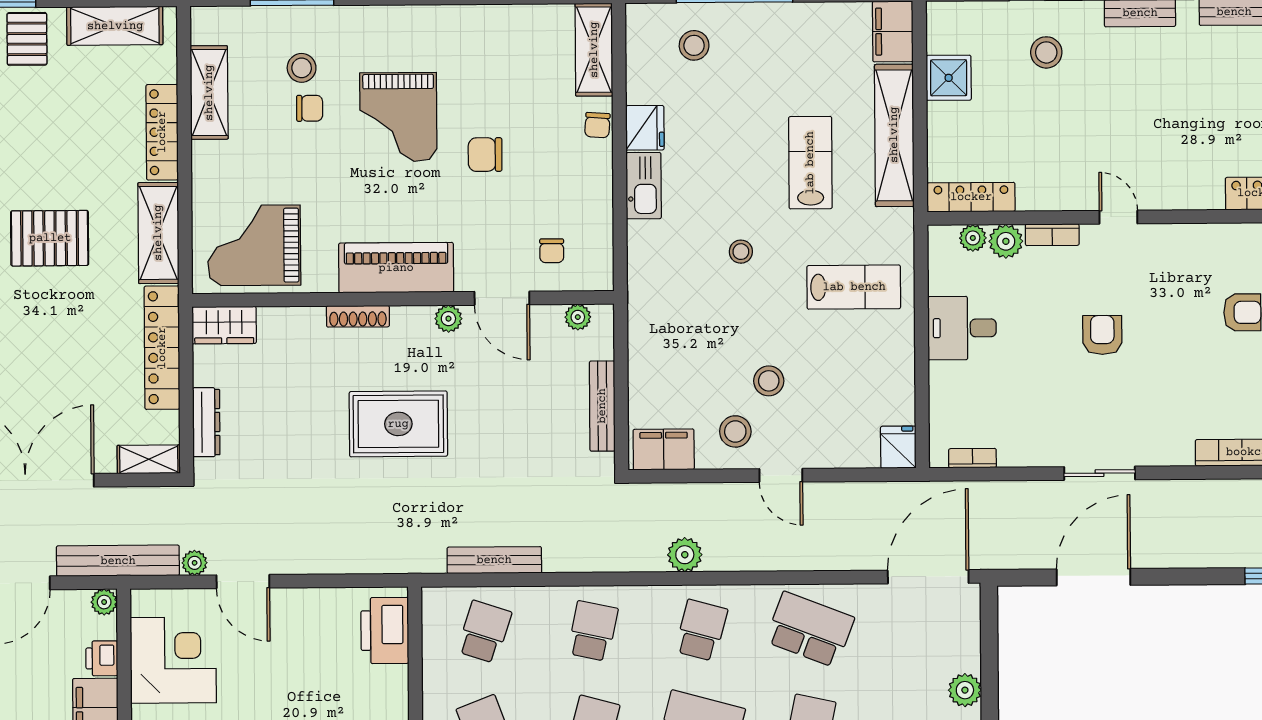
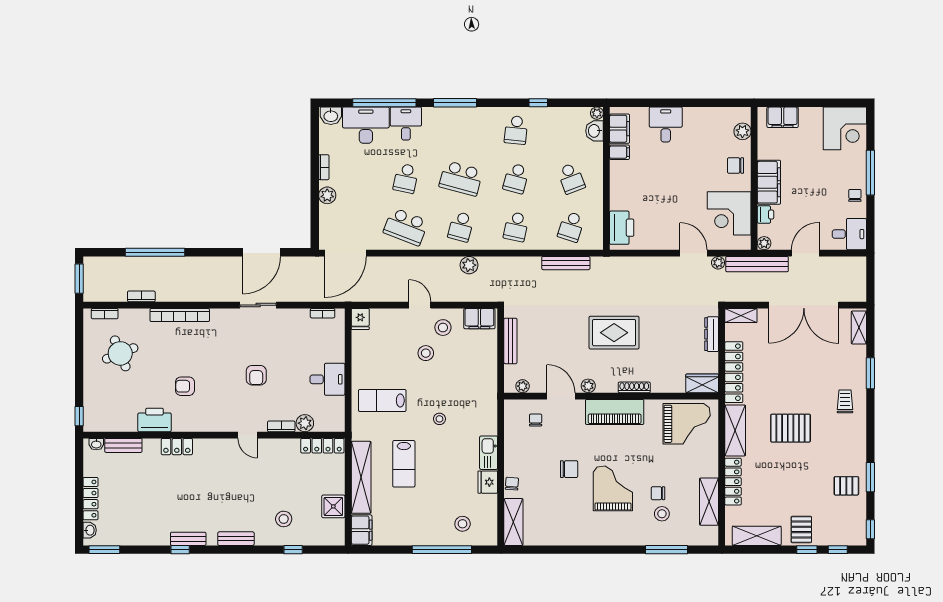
plant: (973, 238) -> (322, 425), removed

